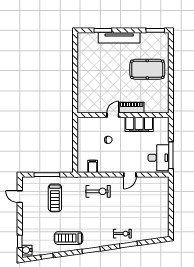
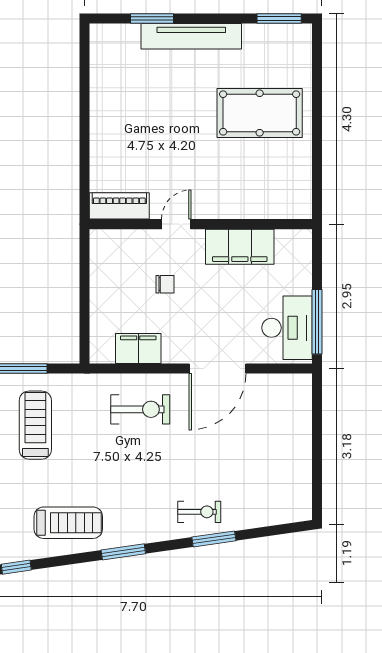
piano: (132, 108) -> (119, 206), moved
filing cabinet: (93, 166) -> (138, 348), width x2.00
door: (130, 175) -> (218, 369), width x1.87
treadmill: (55, 198) -> (35, 425), turned 180
treadmill: (68, 238) -> (68, 523), turned 180

